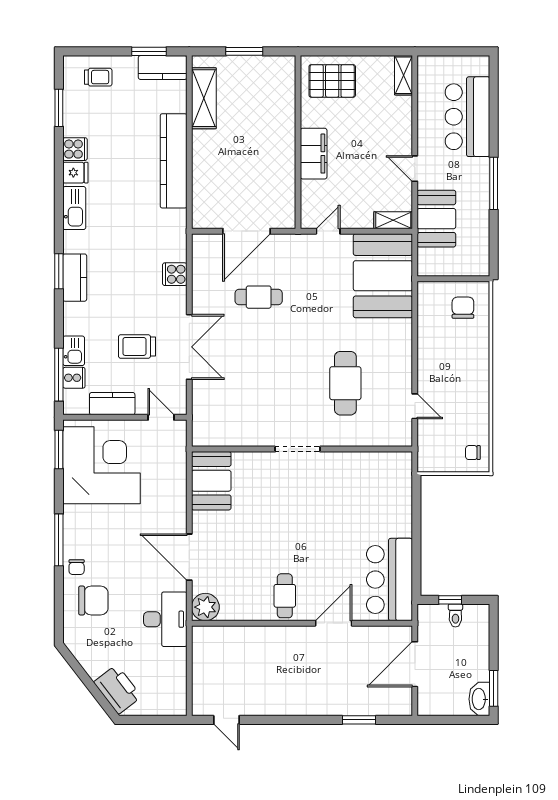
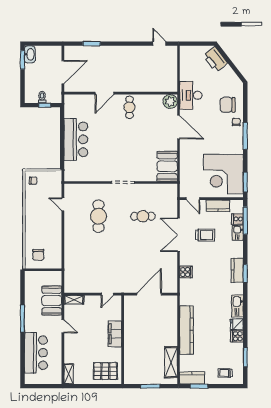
booth: (383, 276) -> (79, 271), removed
cafe table: (259, 297) -> (143, 216), moved
bar counter: (390, 580) -> (76, 139), moved

